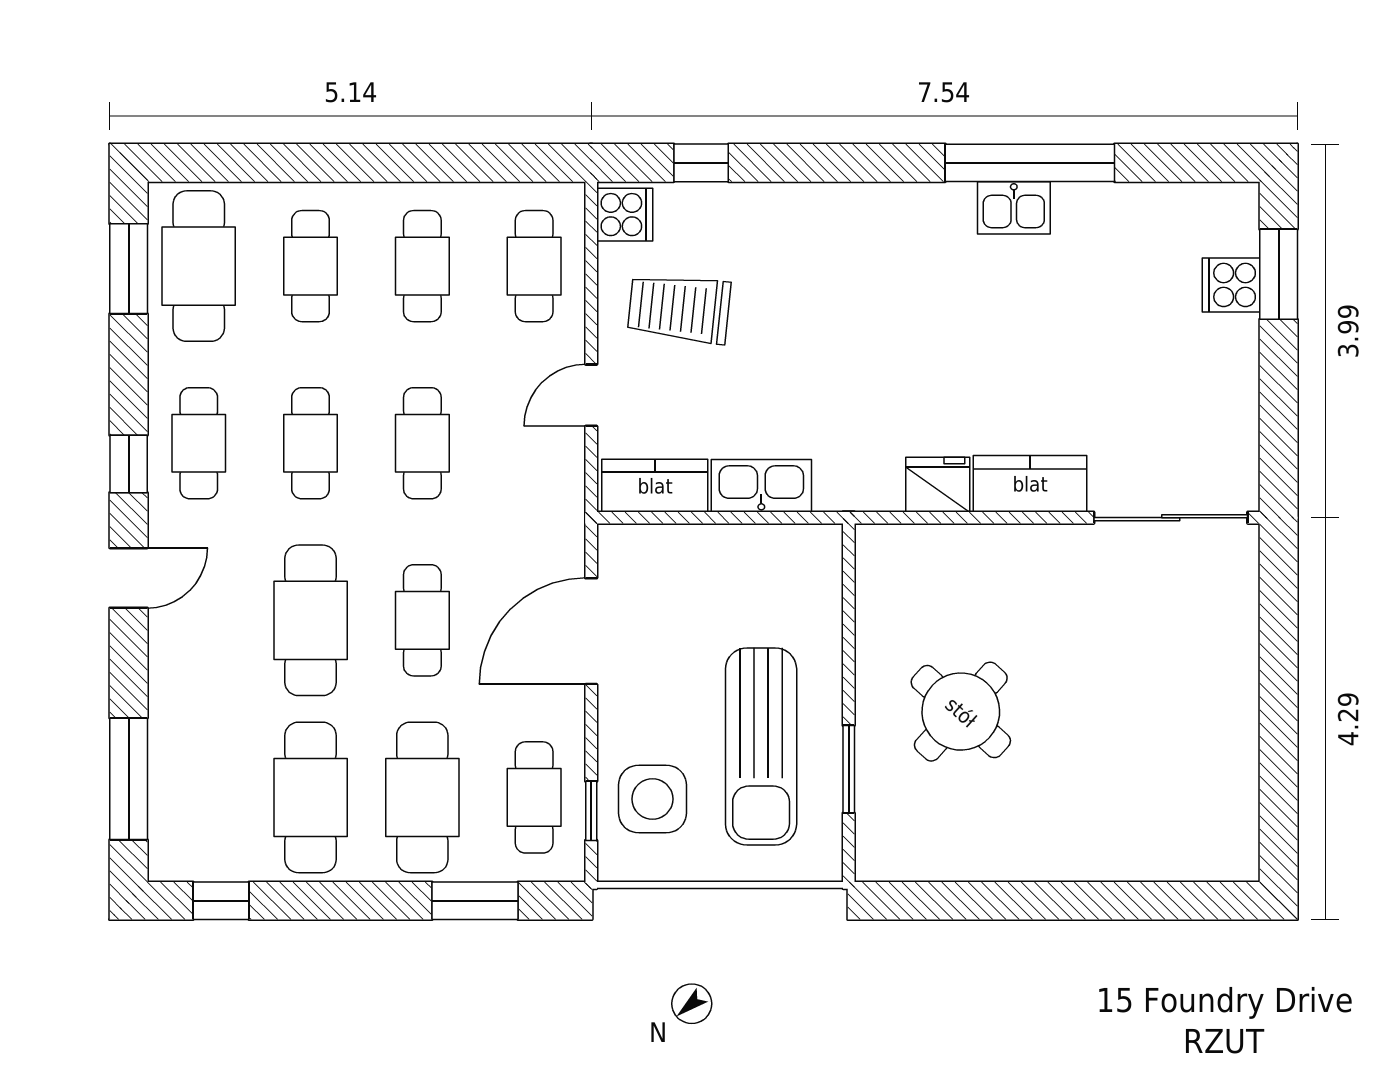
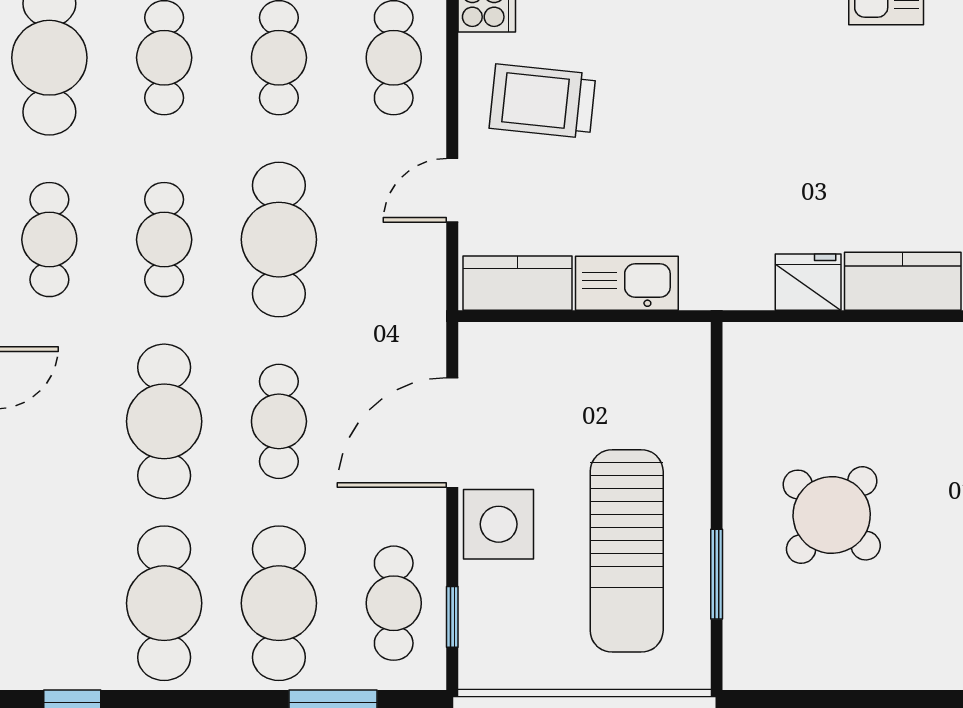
cafe table: (422, 443) -> (279, 240), width x1.37, depth x1.35
side table: (652, 799) -> (499, 524), moved

